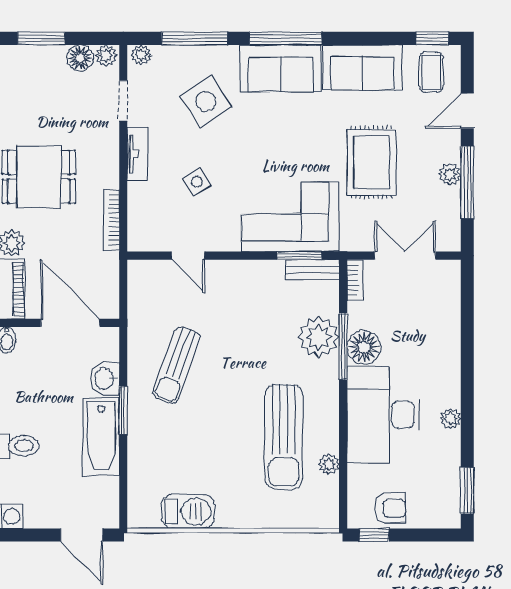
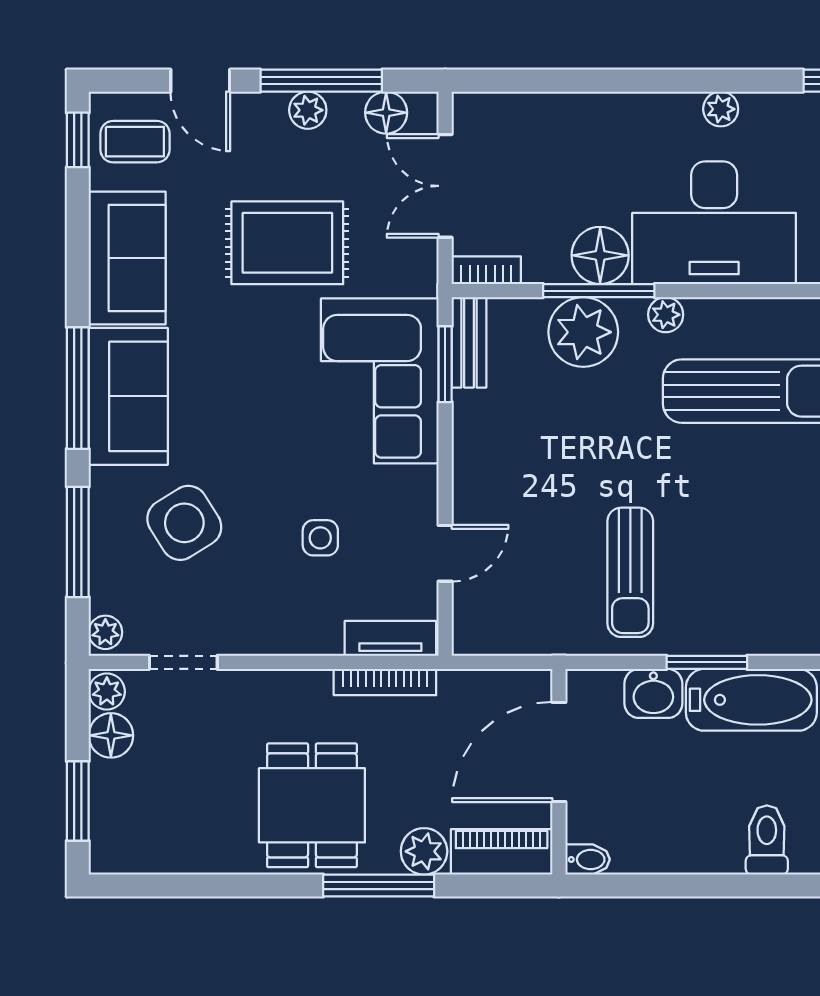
tv unit: (137, 154) -> (390, 638), moved
side table: (197, 182) -> (320, 538), turned 32
floor lamp: (448, 221) -> (386, 113), added
sun lounger: (177, 365) -> (630, 572), turned 70
plant: (329, 464) -> (666, 315), moved

